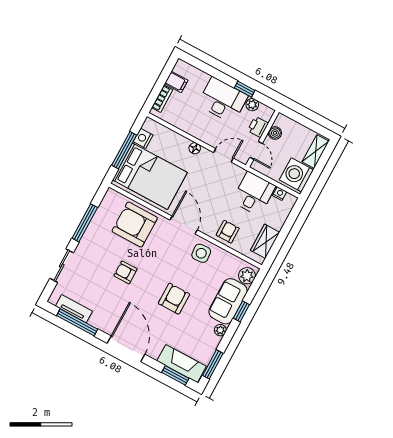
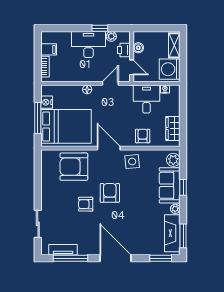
window: (85, 223) -> (38, 185), removed
armchair: (174, 299) -> (110, 193), moved
fireplace: (182, 364) -> (172, 233), moved, turned -90

